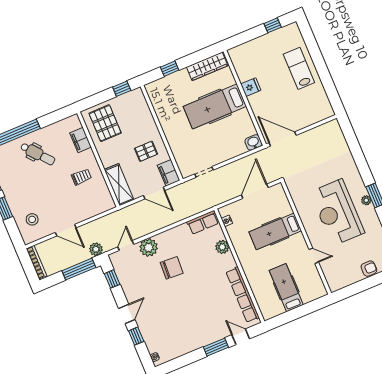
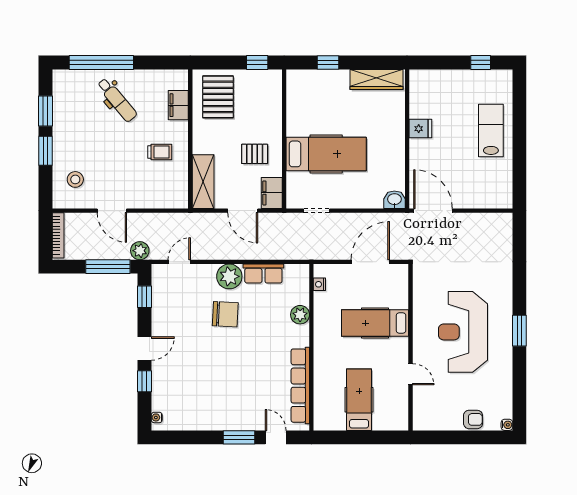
hospital bed: (215, 106) -> (326, 154), moved, turned 180
plant: (366, 200) -> (506, 332), removed
row of seats: (203, 222) -> (263, 274), moved
plant: (149, 248) -> (229, 276), moved

